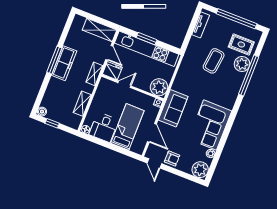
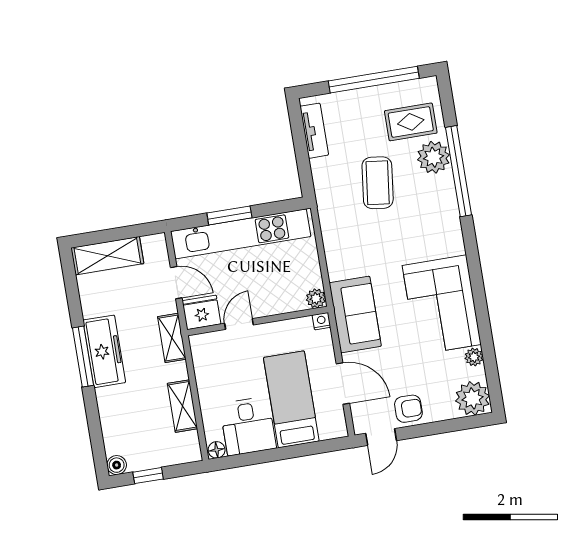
shelving: (99, 30) -> (107, 256), moved
plant: (159, 87) -> (316, 298), width x0.53, depth x0.53
door: (154, 163) -> (381, 437), hinge flipped

